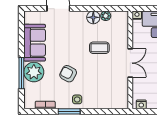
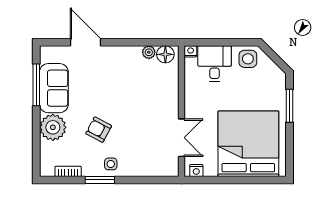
floor lamp: (93, 17) -> (165, 54), moved
coffee table: (99, 48) -> (140, 95), removed
double door: (130, 63) -> (182, 138), moved
window: (21, 73) -> (36, 85), moved

